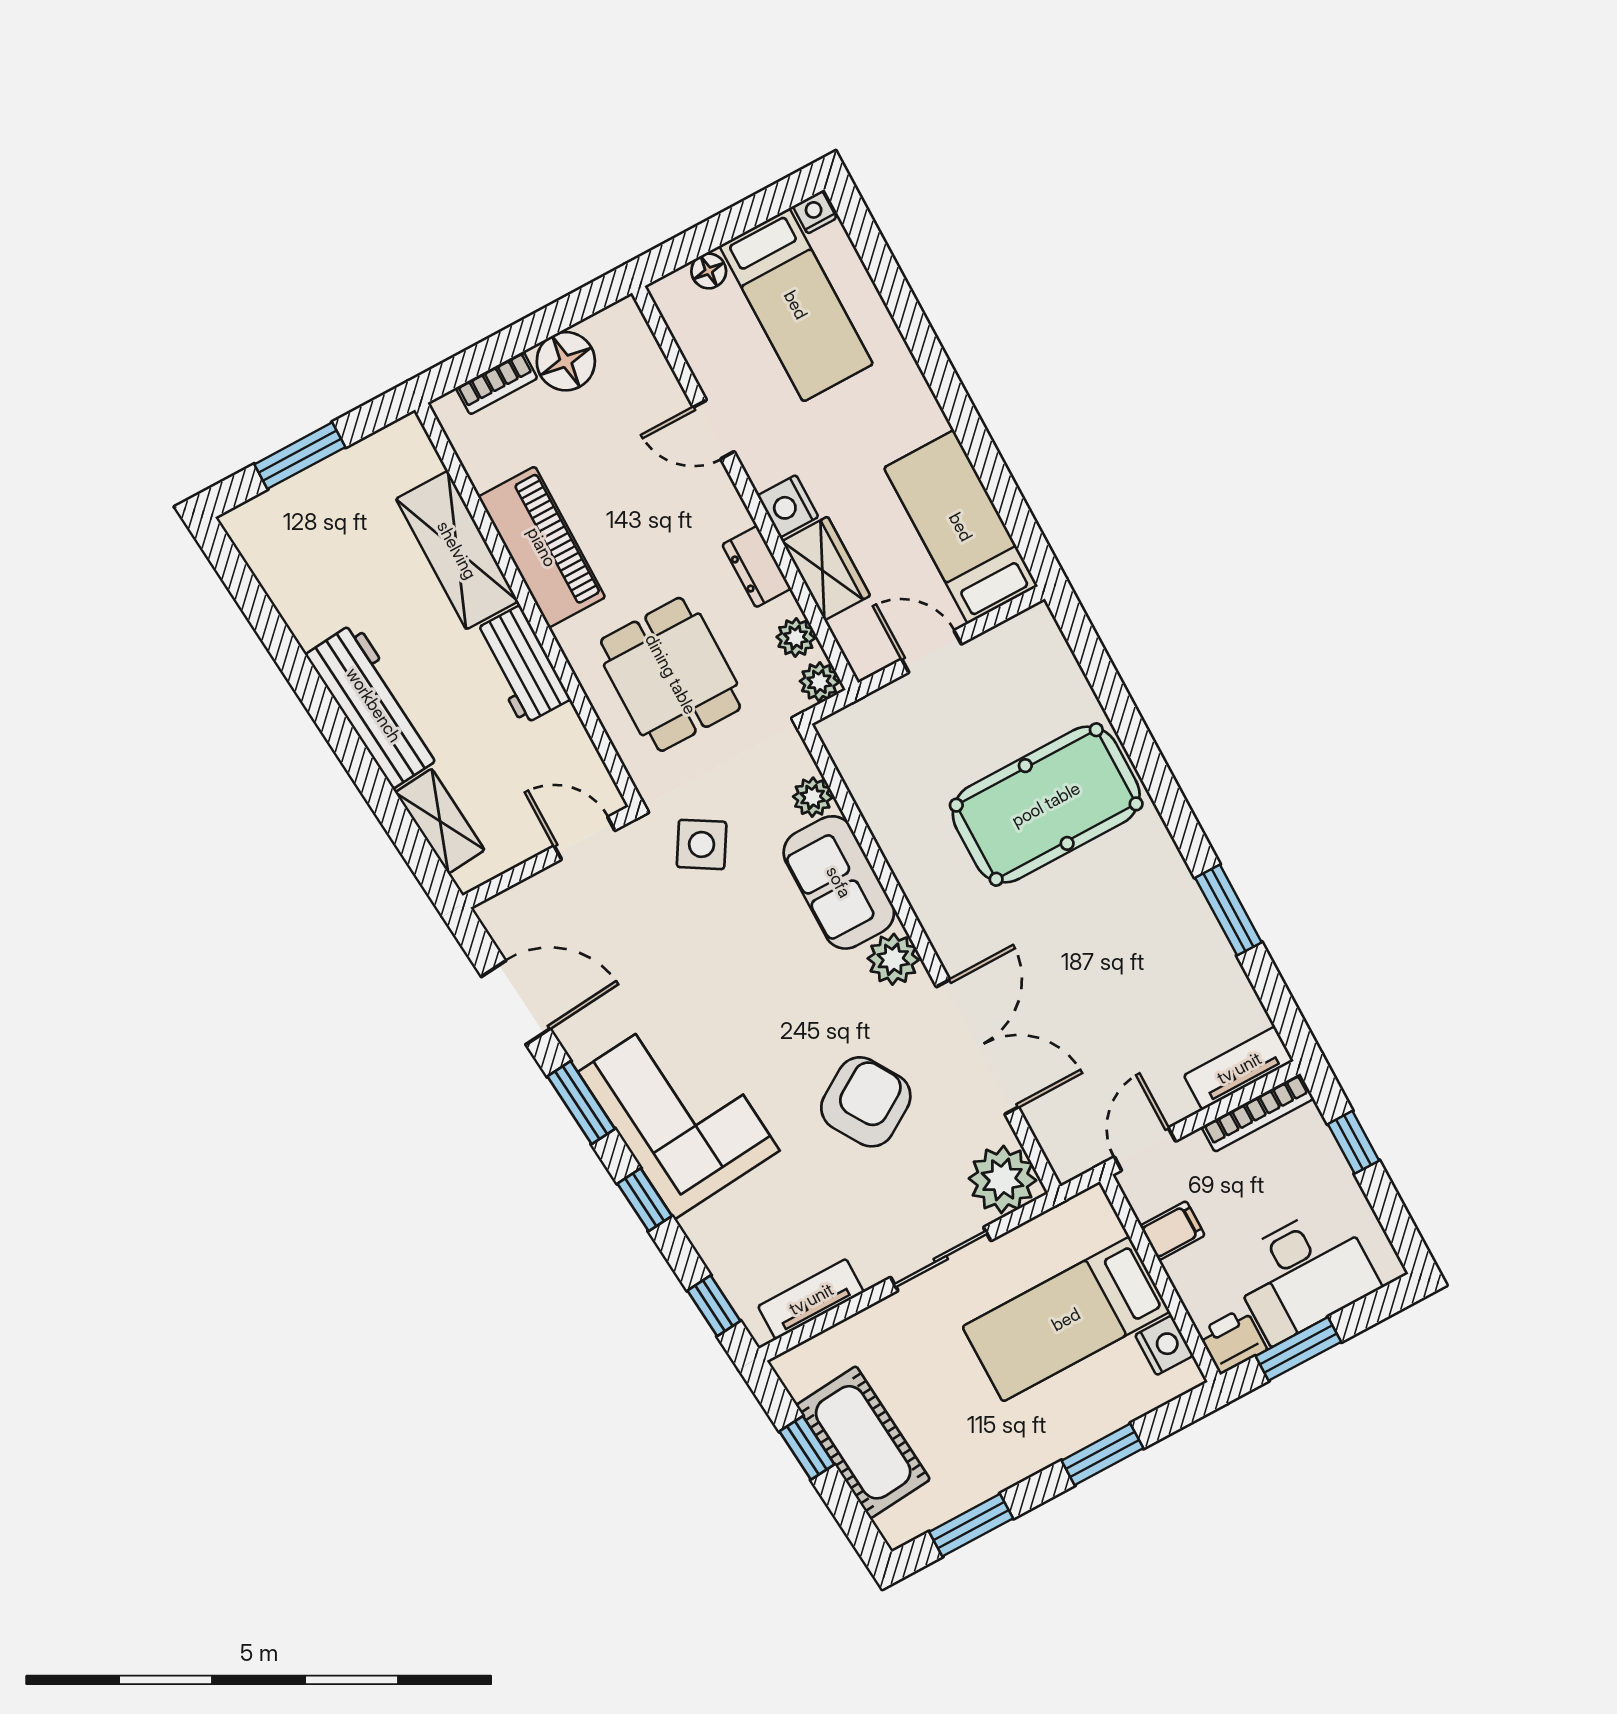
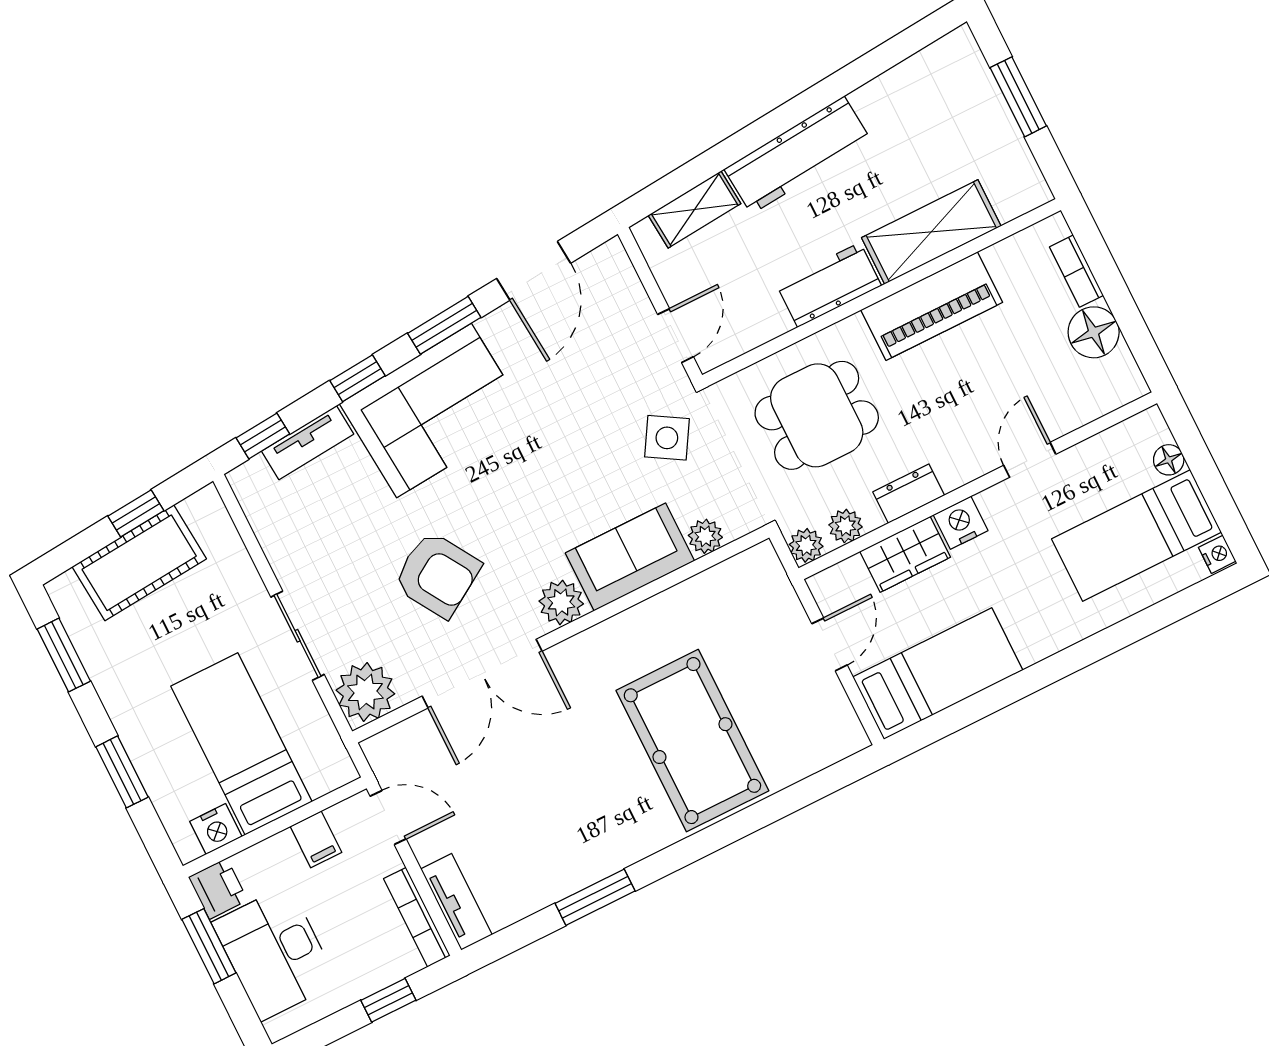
tv unit: (811, 1299) -> (308, 443), moved, turned 85

